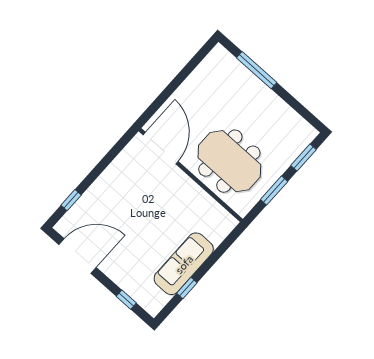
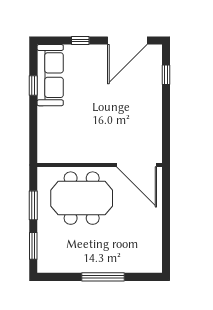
window: (257, 70) -> (103, 277), moved
sofa: (184, 264) -> (50, 75), moved
window: (126, 300) -> (80, 40), moved

